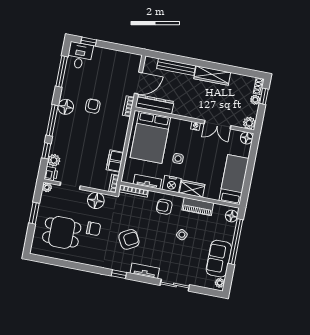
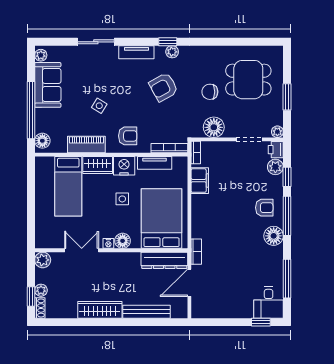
armchair: (93, 106) -> (264, 208), moved, turned -90
floor lamp: (247, 138) -> (123, 241), moved
bed: (234, 180) -> (68, 186), moved
plant: (117, 266) -> (172, 52), added

